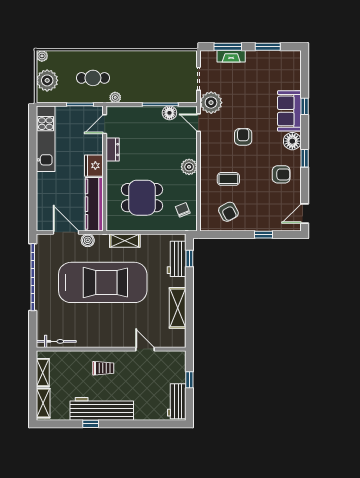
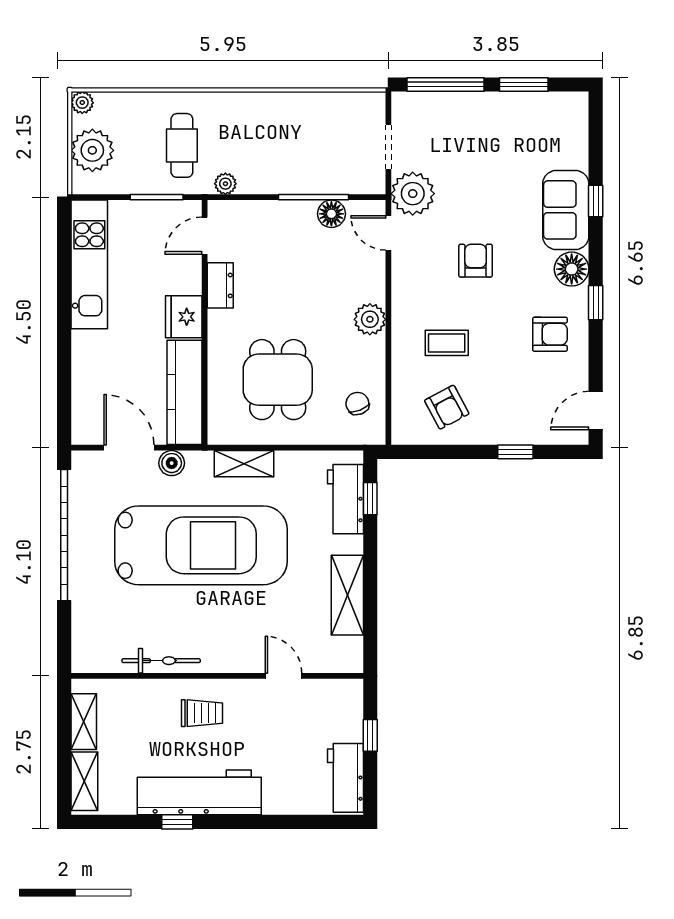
window: (228, 47) -> (446, 84), width x1.44
fireplace: (231, 56) -> (452, 103), removed
cafe table: (93, 78) -> (182, 145), turned 90
dining table: (142, 198) -> (278, 380), turned 90
bicycle: (56, 341) -> (161, 661), moved

